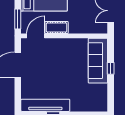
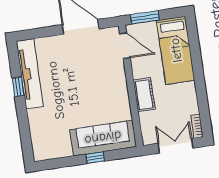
cot: (57, 27) -> (144, 95), moved

